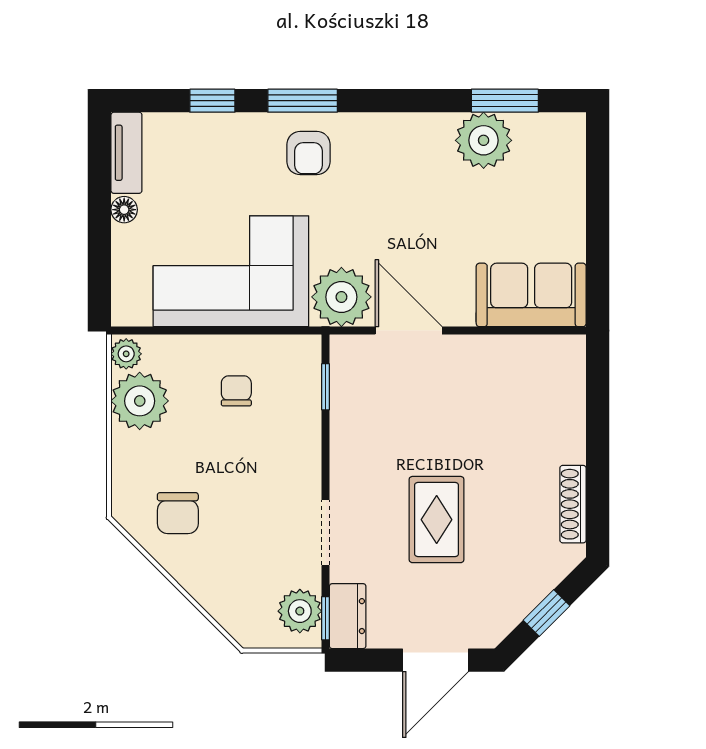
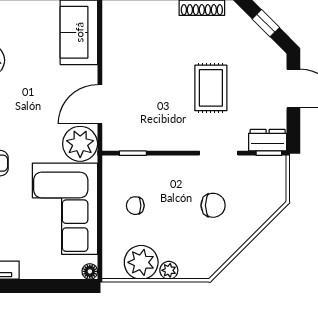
floor lamp: (124, 210) -> (90, 271), moved
plant: (126, 354) -> (169, 270), moved
chair: (178, 513) -> (213, 205), moved
rug: (437, 520) -> (211, 88), turned 90
plant: (300, 611) -> (265, 168), removed

